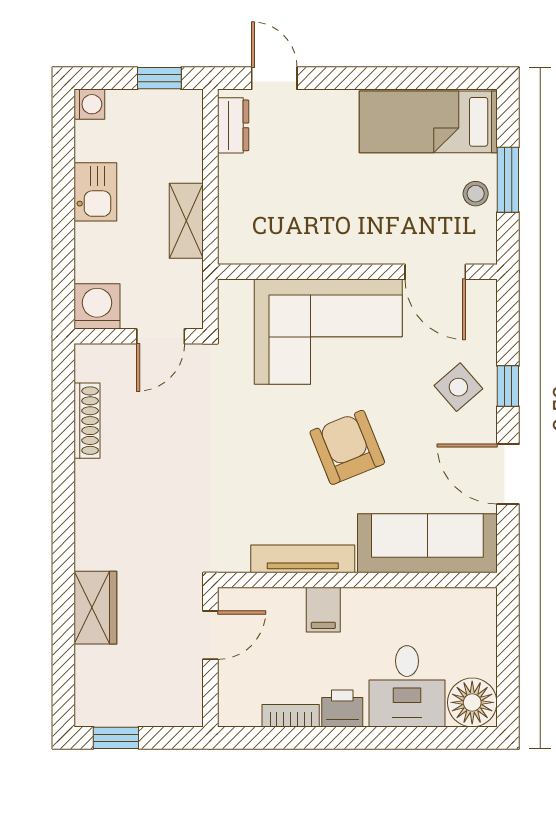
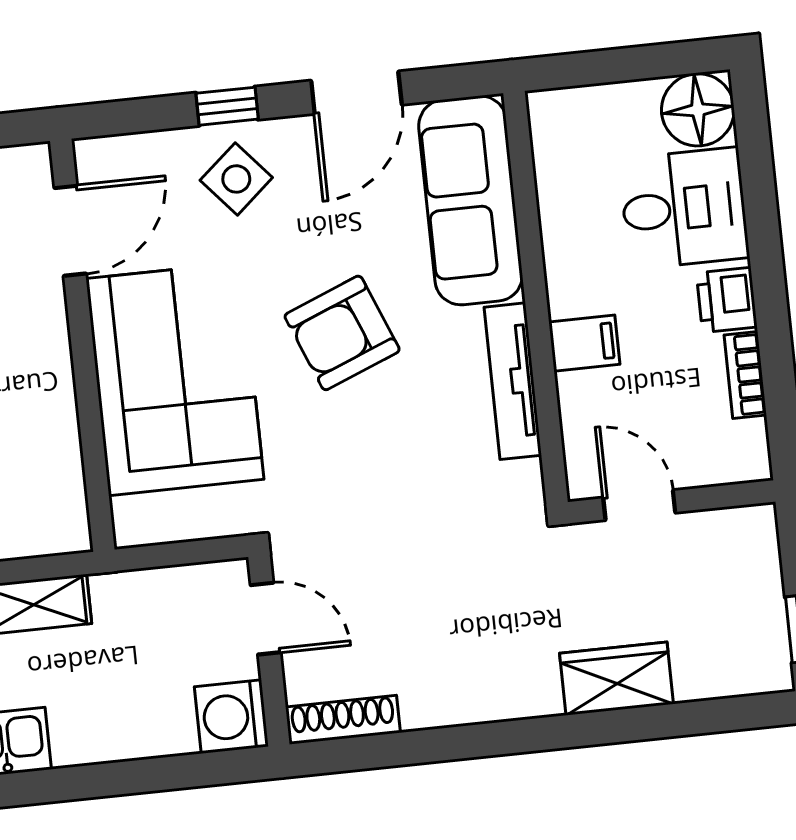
washing machine: (97, 306) -> (231, 717), moved
wall: (139, 336) -> (269, 651), moved
door: (161, 336) -> (266, 619), moved

